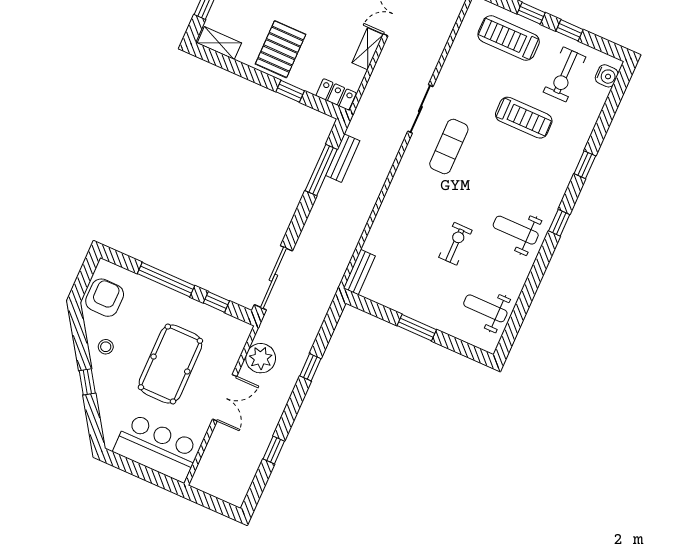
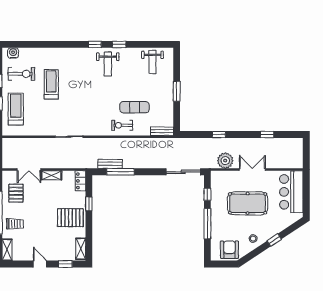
treadmill: (509, 38) -> (16, 109), turned 180
exercise mat: (449, 146) -> (134, 107), moved
window: (585, 165) -> (119, 44), moved
exercise bike: (455, 244) -> (122, 125), moved
armchair: (105, 298) -> (229, 250), turned 90

